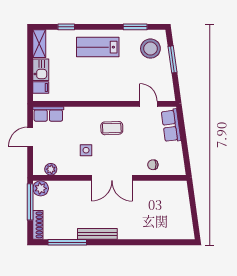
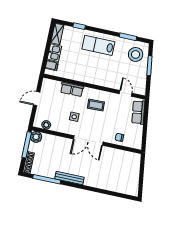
row of seats: (48, 114) -> (72, 89), moved

